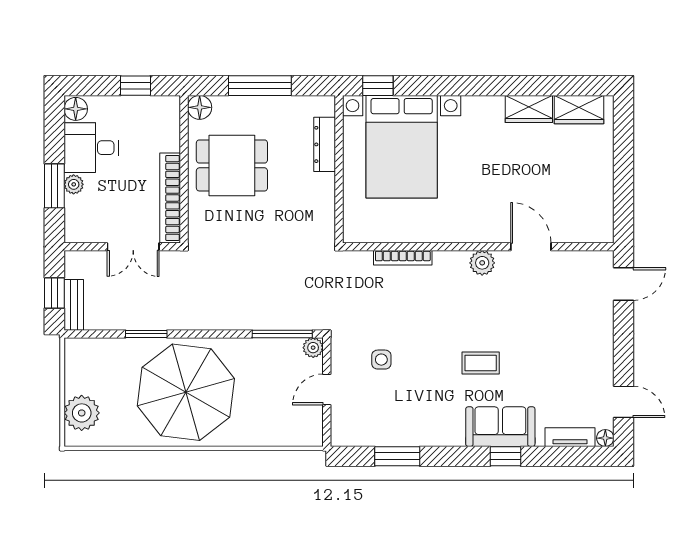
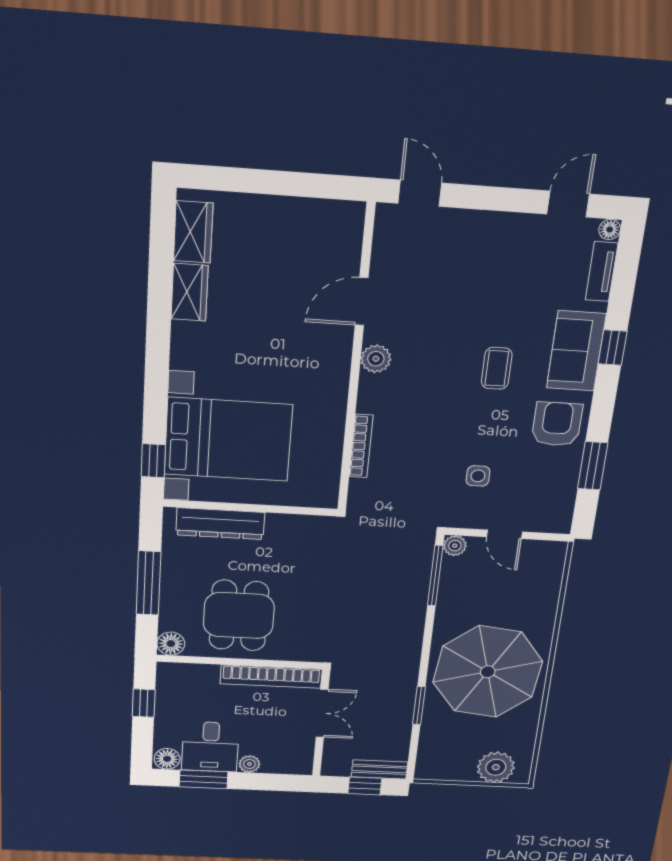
dresser: (325, 144) -> (220, 524), width x1.37, depth x1.24
window: (54, 186) -> (204, 779), moved
armchair: (434, 420) -> (557, 424), added

